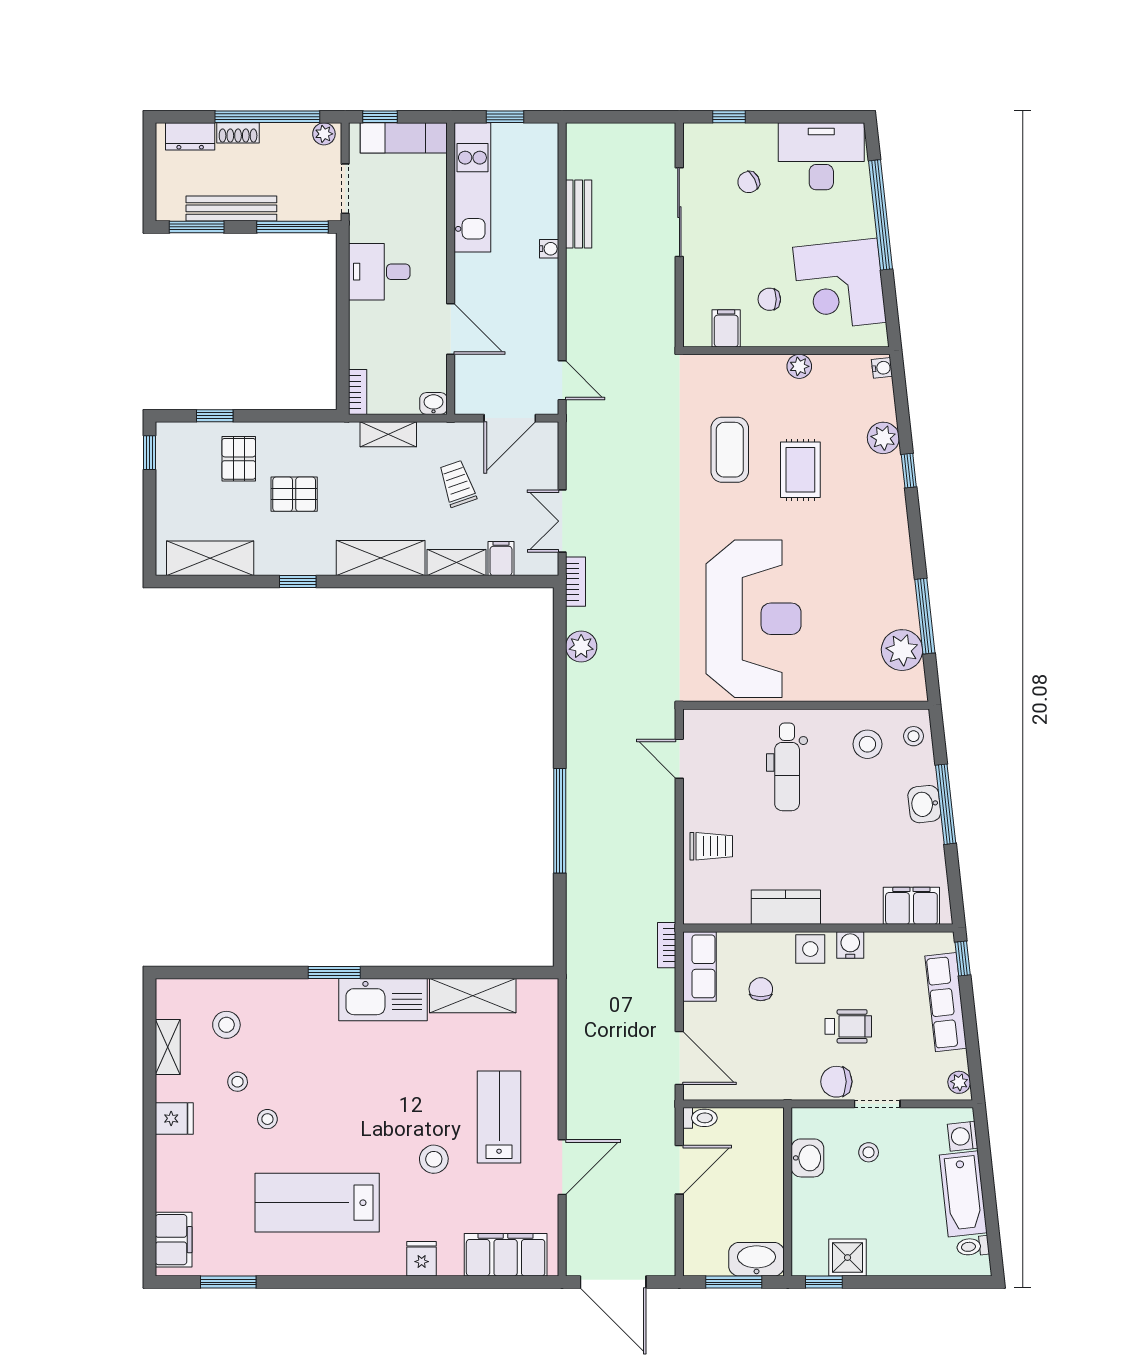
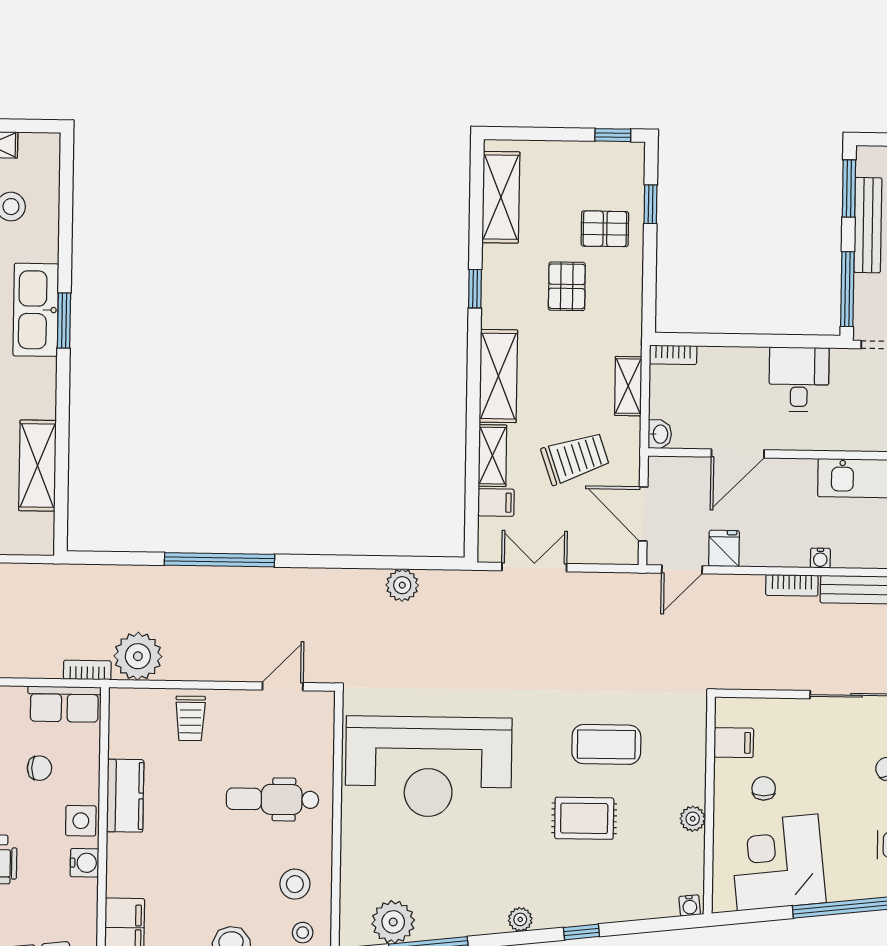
fridge: (541, 341) -> (724, 548), added
plant: (883, 438) -> (520, 919), moved, width x0.73, depth x0.73
trolley: (457, 484) -> (575, 458), width x1.36, depth x1.39
bookcase: (575, 582) -> (792, 585), moved
plant: (653, 897) -> (138, 656), added
kitchen sink: (383, 1000) -> (36, 310), moved

